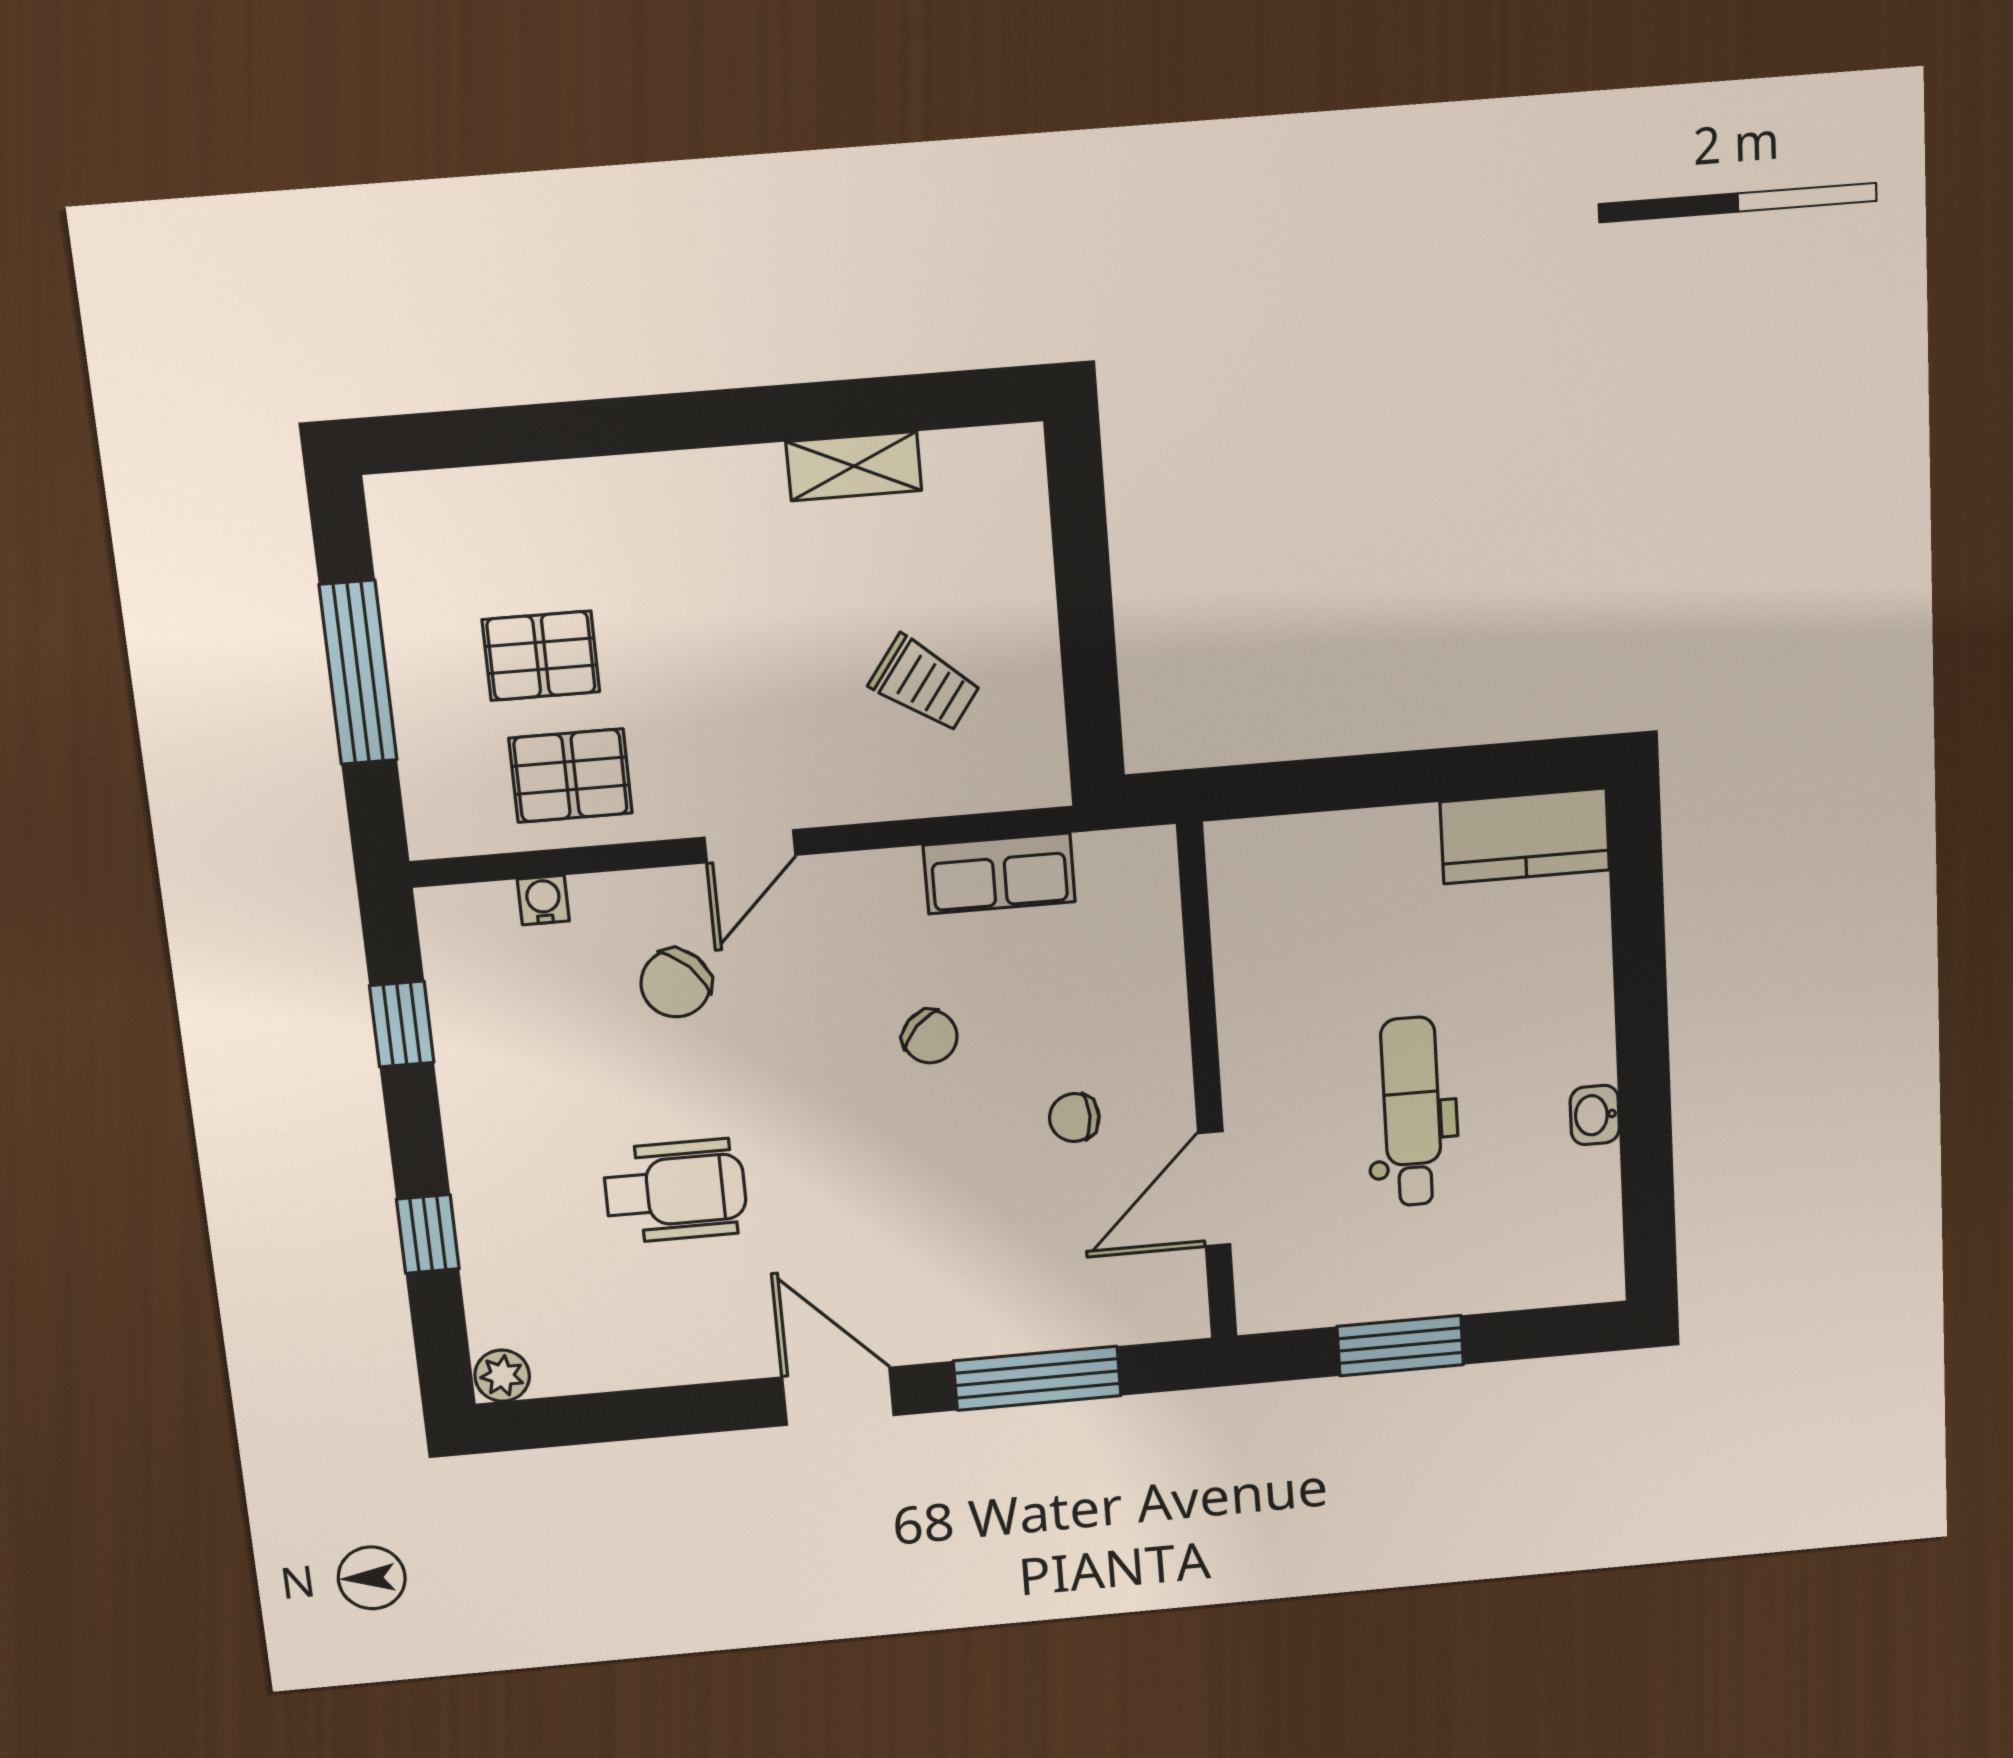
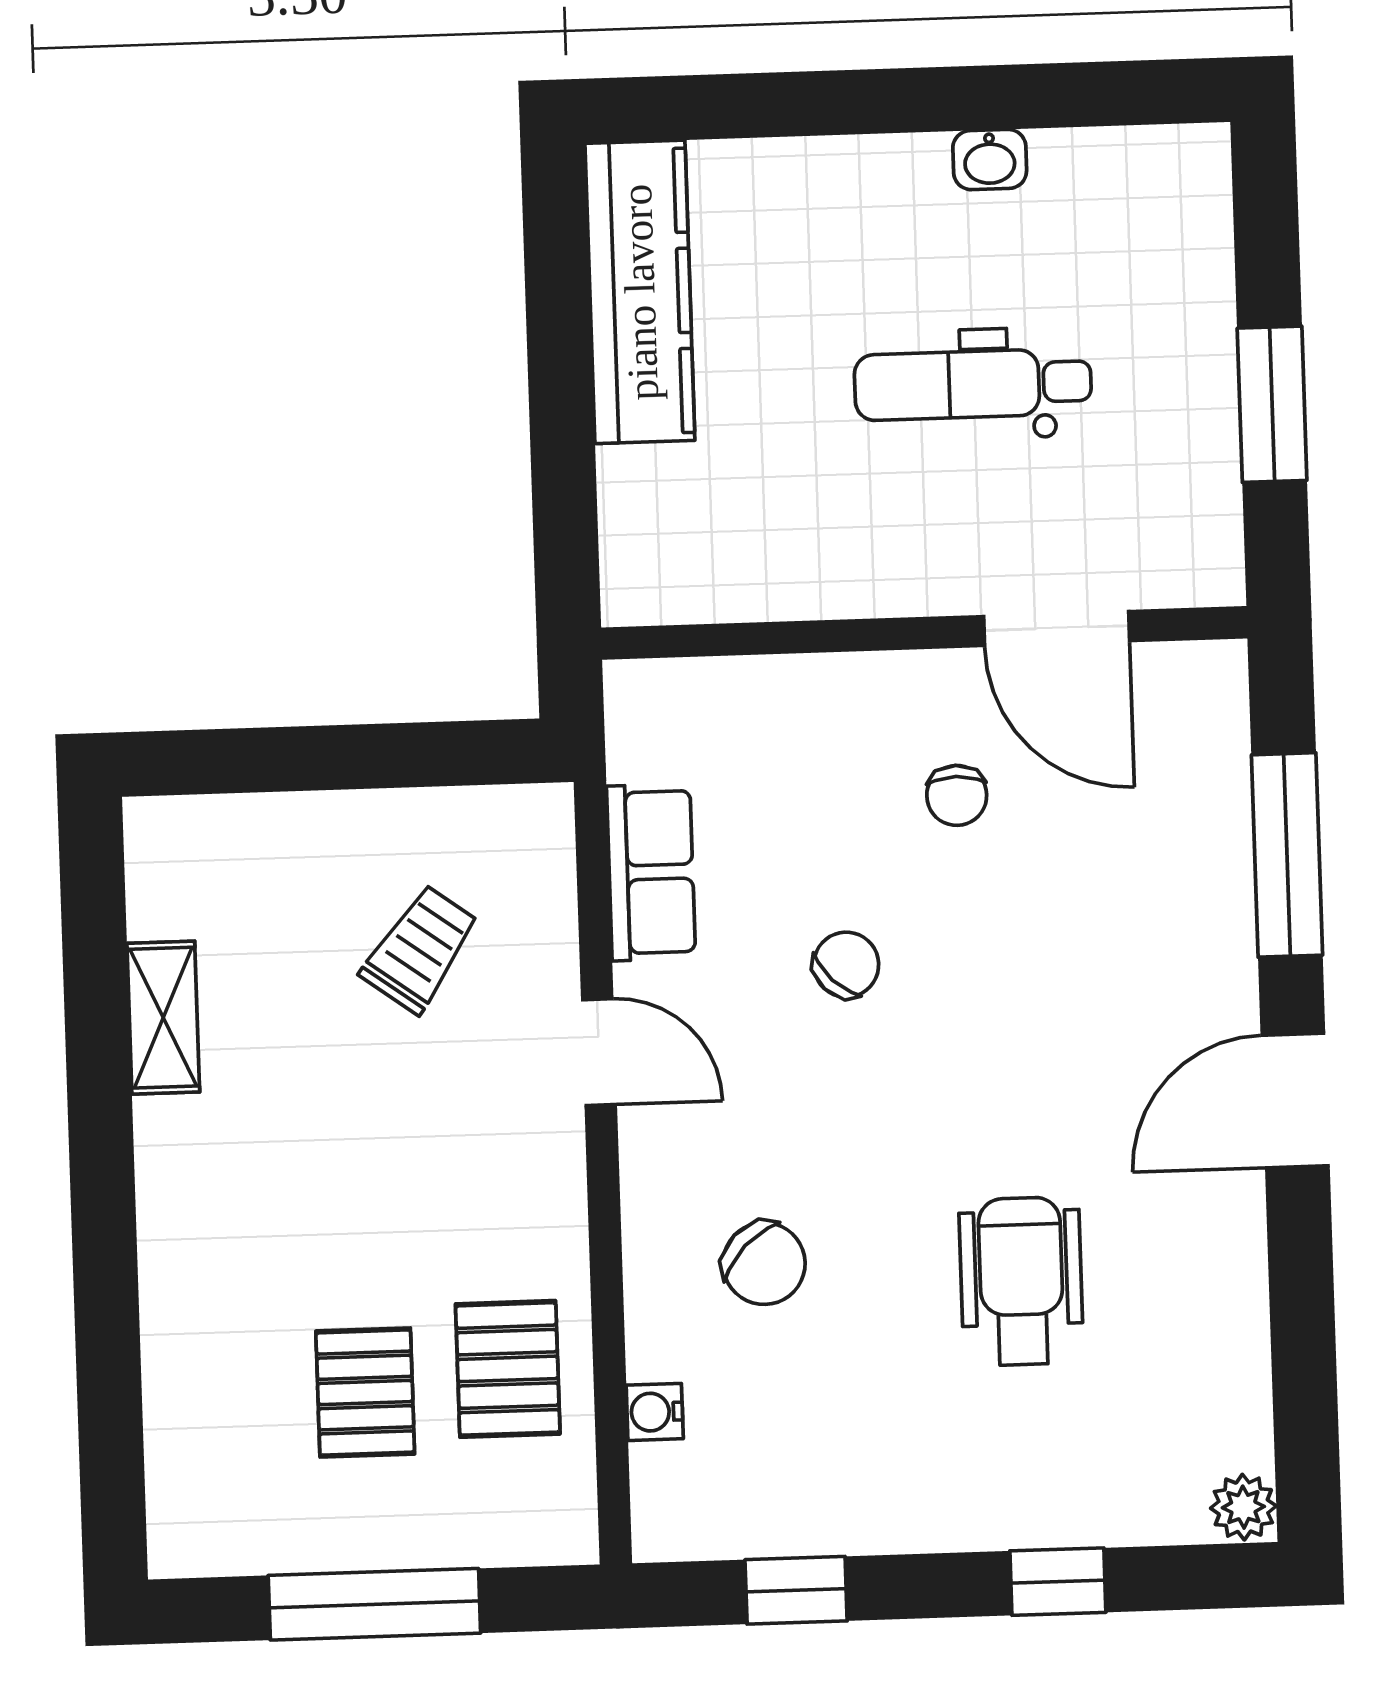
kitchen counter: (1525, 836) -> (640, 292), width x1.50
door: (750, 846) -> (599, 1052), moved

